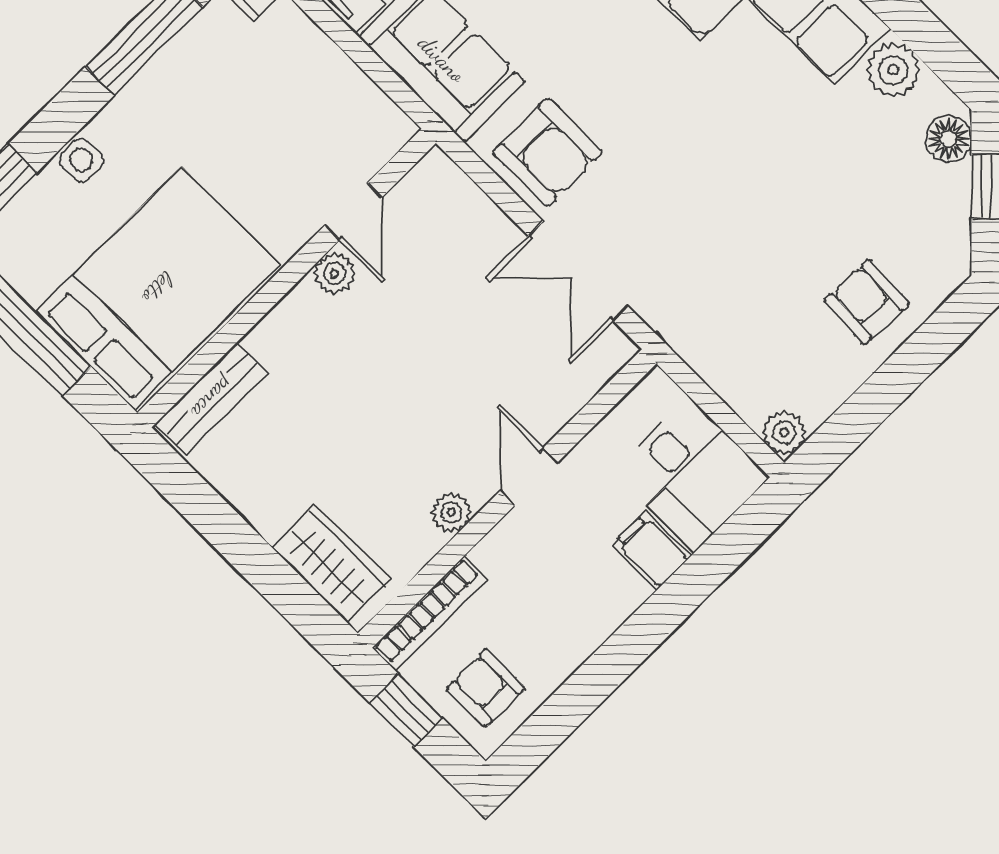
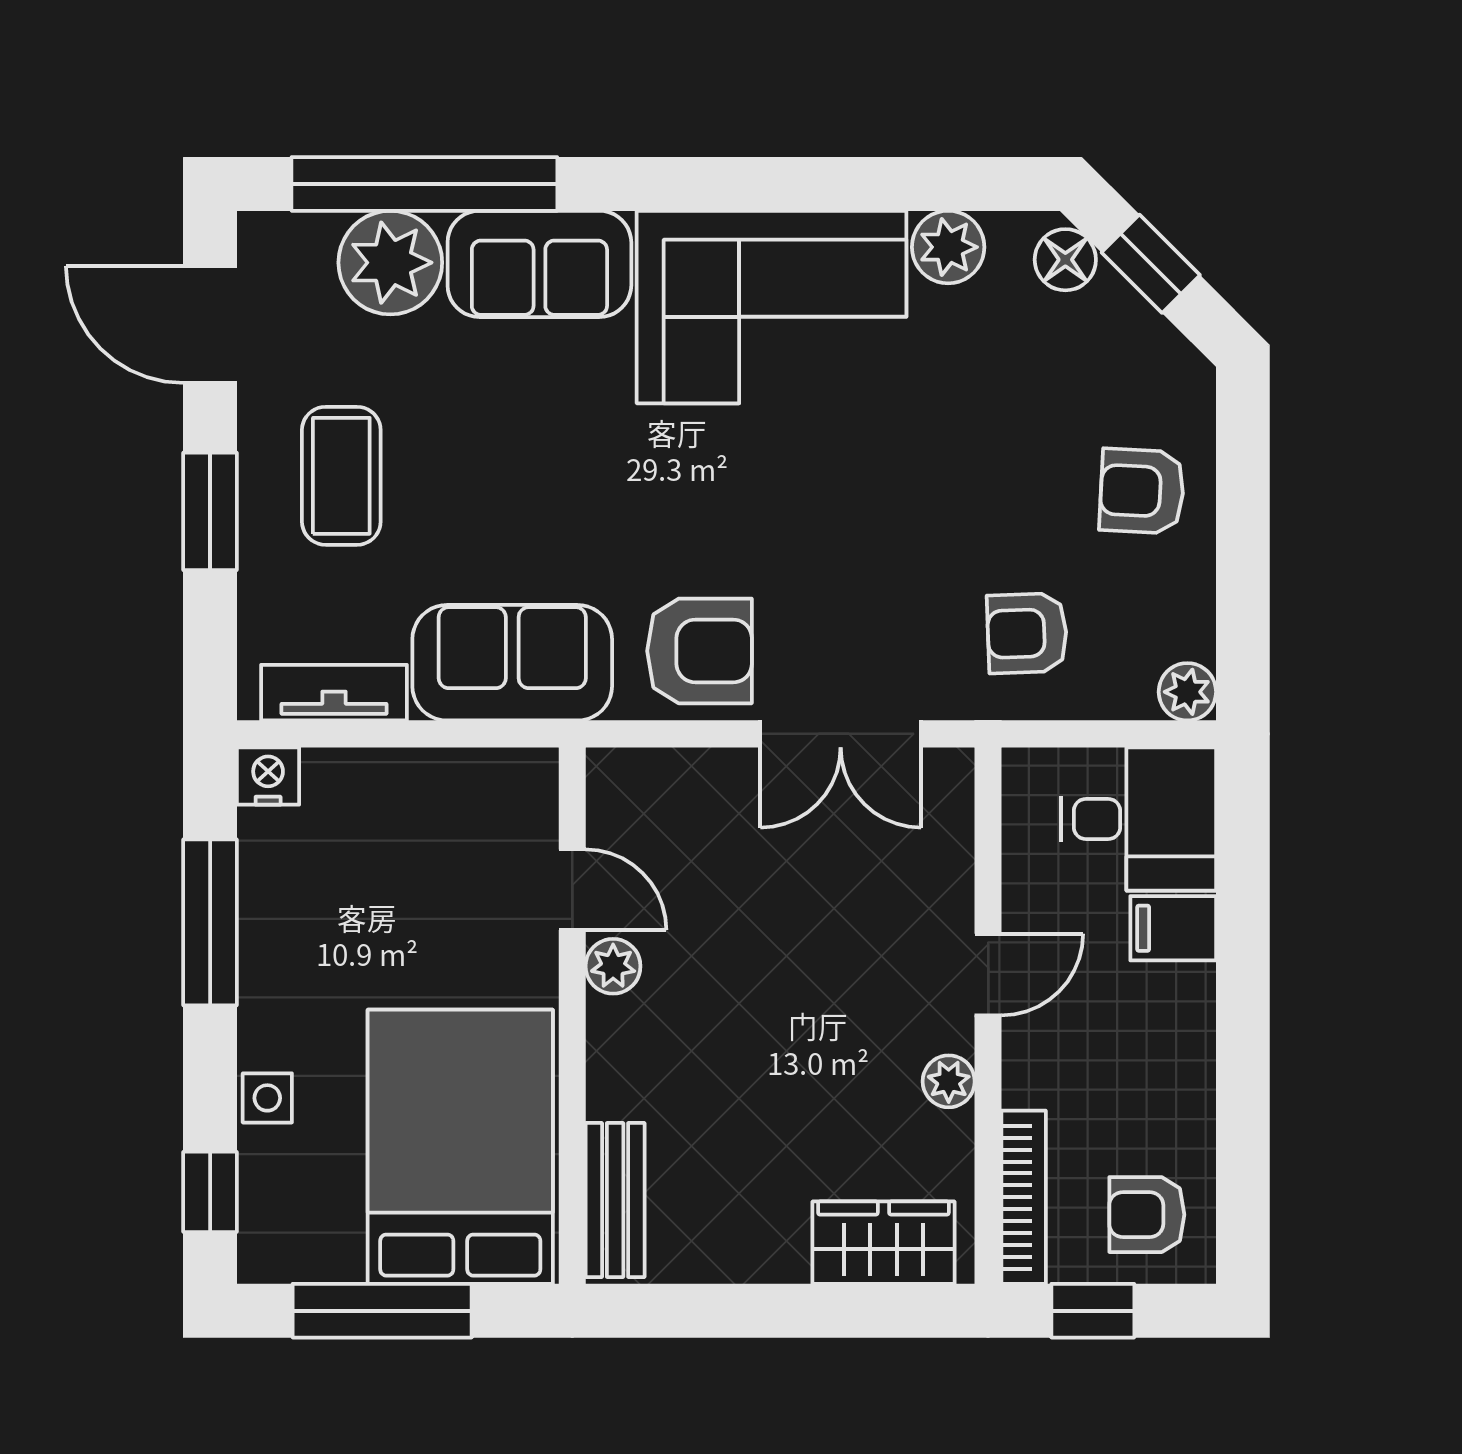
armchair: (730, 316) -> (1027, 633), added
door: (529, 477) -> (988, 974), swing flipped

